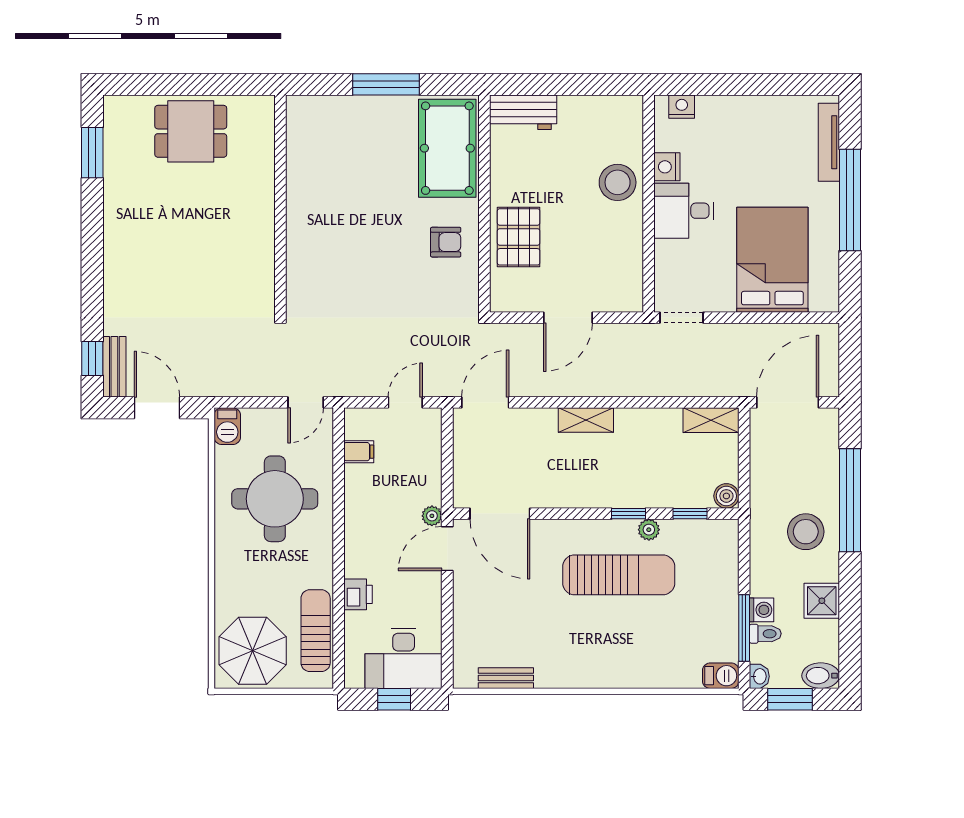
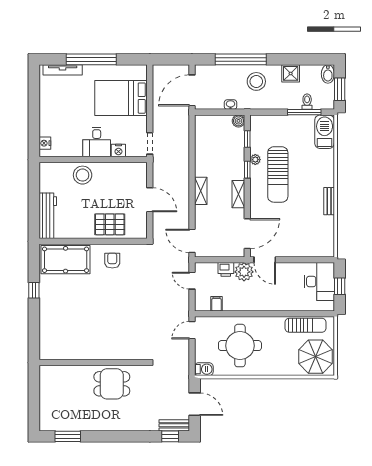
window: (386, 84) -> (34, 290), width x0.46
workbench: (523, 112) -> (48, 216), width x1.37
dining table: (191, 131) -> (112, 384), moved, turned 90
nightstand: (667, 167) -> (118, 150), moved
wall: (280, 204) -> (93, 363), moved
door: (306, 402) -> (192, 330), swing flipped
door: (788, 402) -> (192, 90), hinge flipped
door: (157, 408) -> (195, 404), swing flipped
shelving: (711, 420) -> (238, 194), moved
plant: (432, 516) -> (244, 272), width x1.88, depth x1.88
sun lounger: (619, 575) -> (278, 174), turned 180
printer: (358, 594) -> (226, 269), moved, turned 180
washing machine: (761, 610) -> (295, 103), removed
sun lounger: (316, 631) -> (306, 325), turned 180
barbecue: (721, 676) -> (325, 132), width x1.88, depth x1.53
washbasin: (759, 676) -> (230, 105), moved
bench: (506, 678) -> (329, 201), moved

